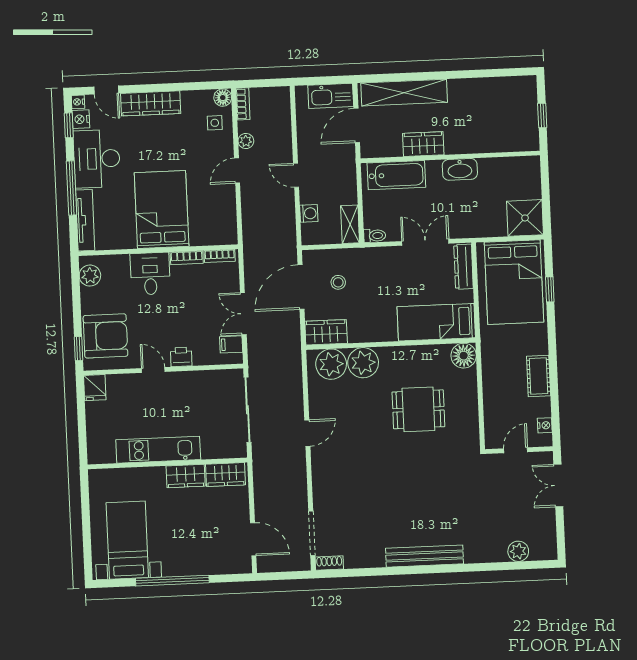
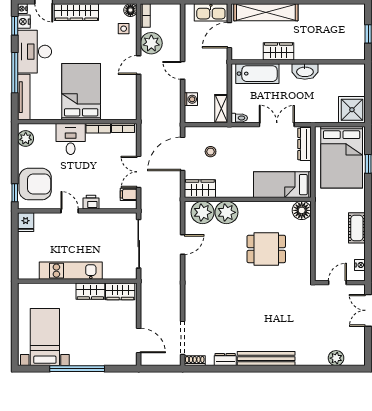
plant: (246, 141) -> (151, 43), width x1.88, depth x1.88
door: (307, 433) -> (183, 245), moved
dresser: (370, 560) -> (225, 360), added

